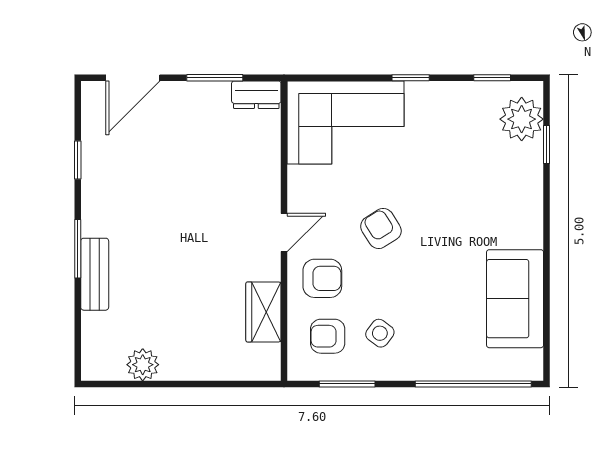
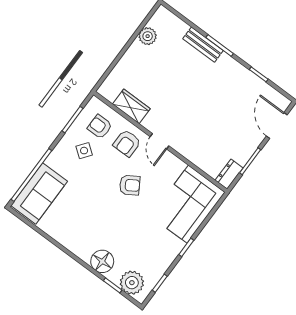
floor lamp: (523, 186) -> (102, 261), added
sofa: (515, 299) -> (39, 193), moved, turned 90
armchair: (328, 336) -> (100, 127), turned -90

